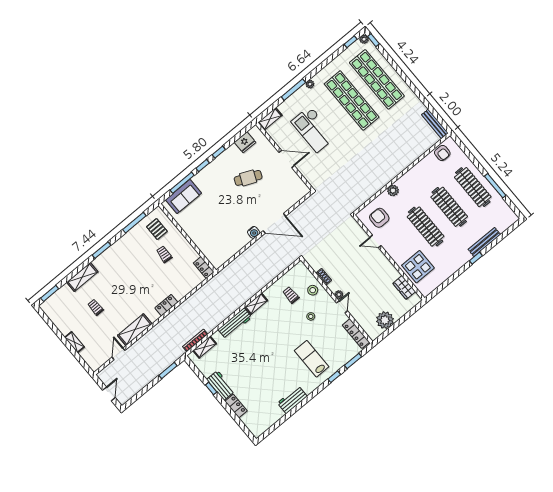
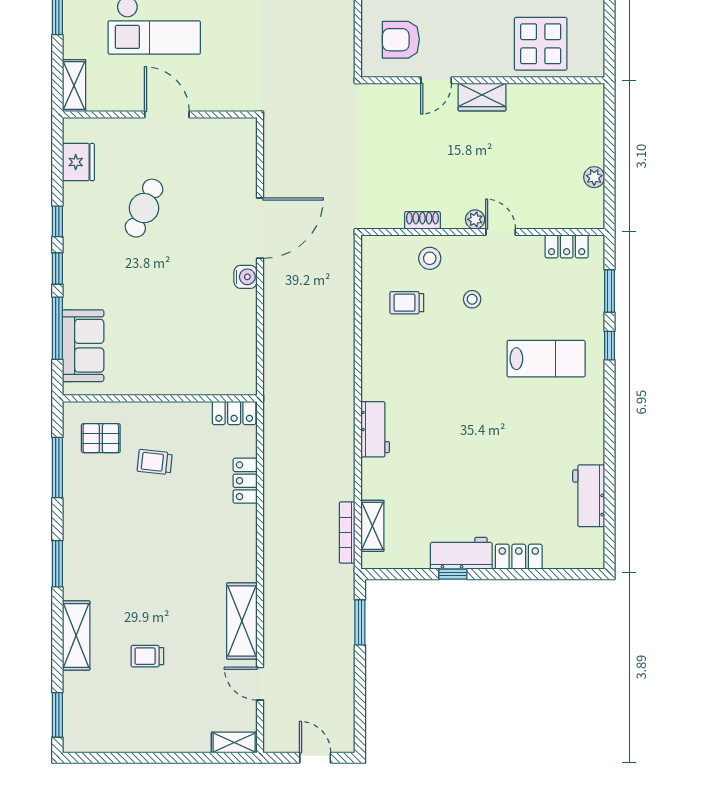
door: (287, 159) -> (167, 115), hinge flipped
wardrobe: (404, 287) -> (482, 97), moved
shelving: (256, 304) -> (372, 375), removed
locker: (166, 305) -> (245, 481), moved
plant: (385, 320) -> (594, 177), width x0.53, depth x0.53
workbench: (235, 323) -> (375, 429), width x0.73
locker: (356, 334) -> (567, 246), width x0.66
shelving: (74, 342) -> (234, 742), moved
lab bench: (312, 359) -> (546, 359), turned 180
workbench: (292, 400) -> (589, 496), moved

